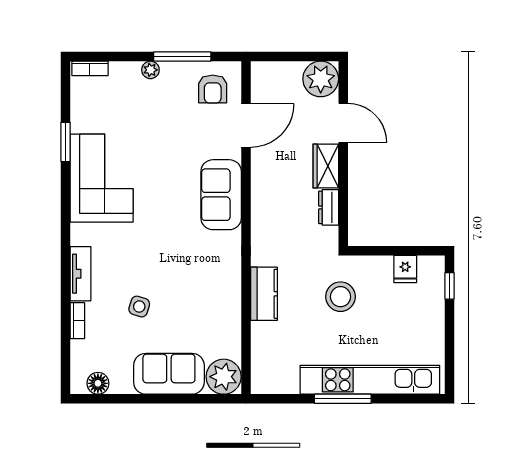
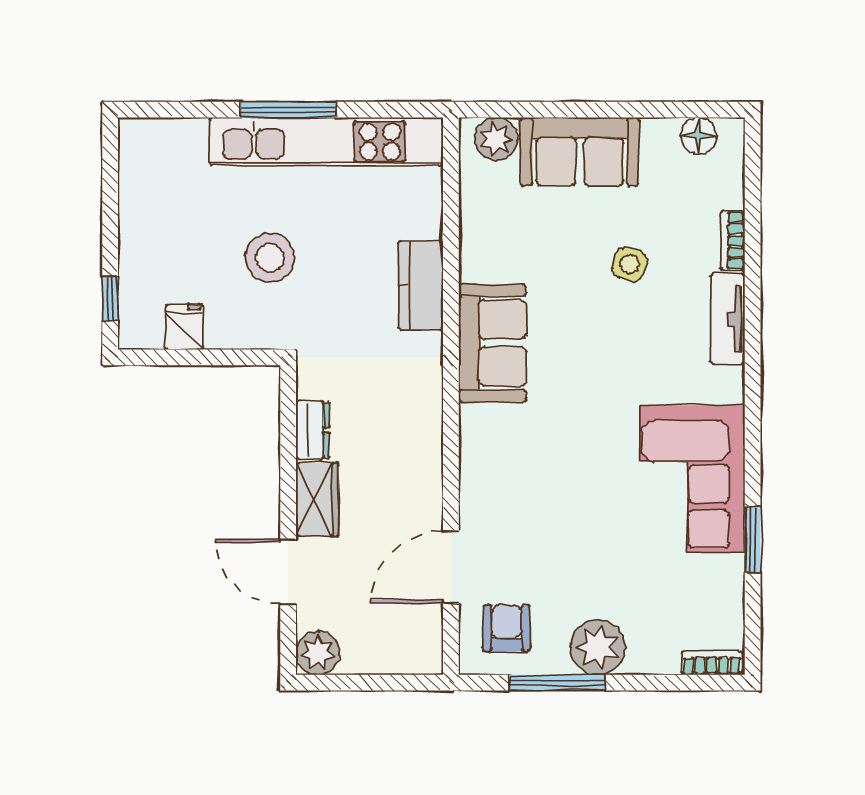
plant: (150, 70) -> (598, 647), width x1.88, depth x1.88
plant: (321, 79) -> (318, 653), width x0.73, depth x0.73
sofa: (221, 195) -> (492, 343), moved
stool: (340, 297) -> (270, 258), moved
plant: (224, 377) -> (496, 139), width x0.73, depth x0.73
kitchen unit: (370, 380) -> (326, 142), moved

